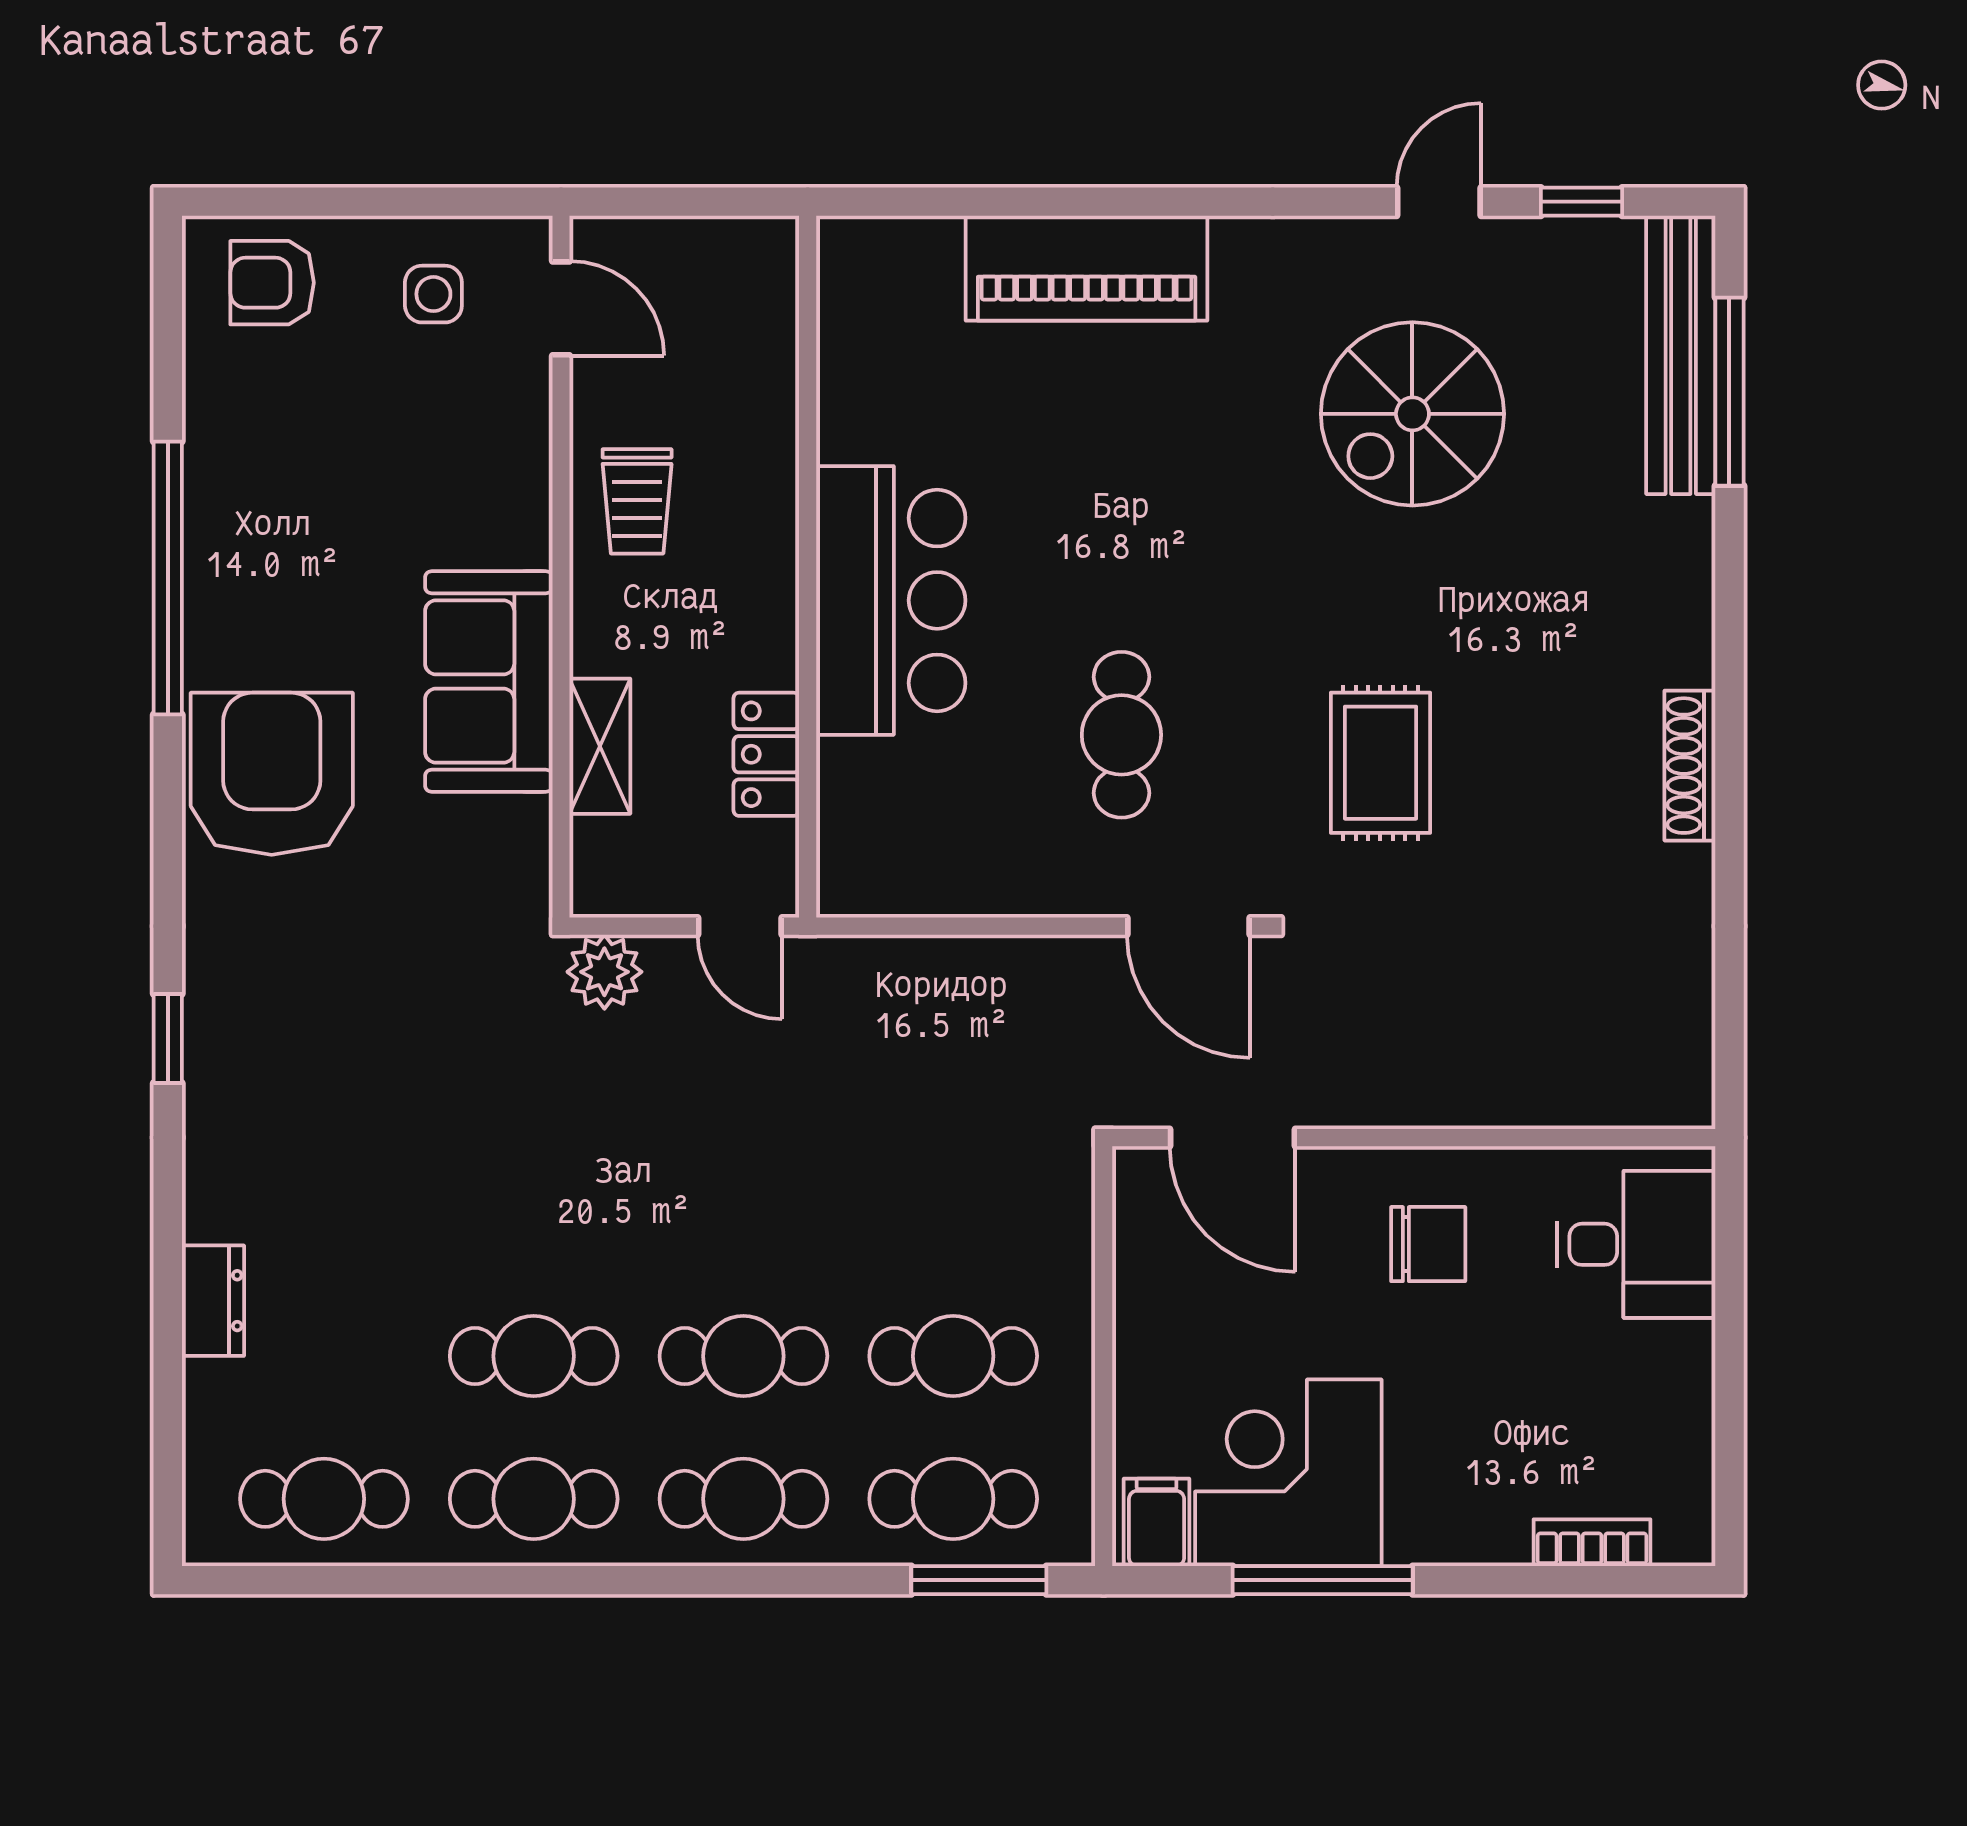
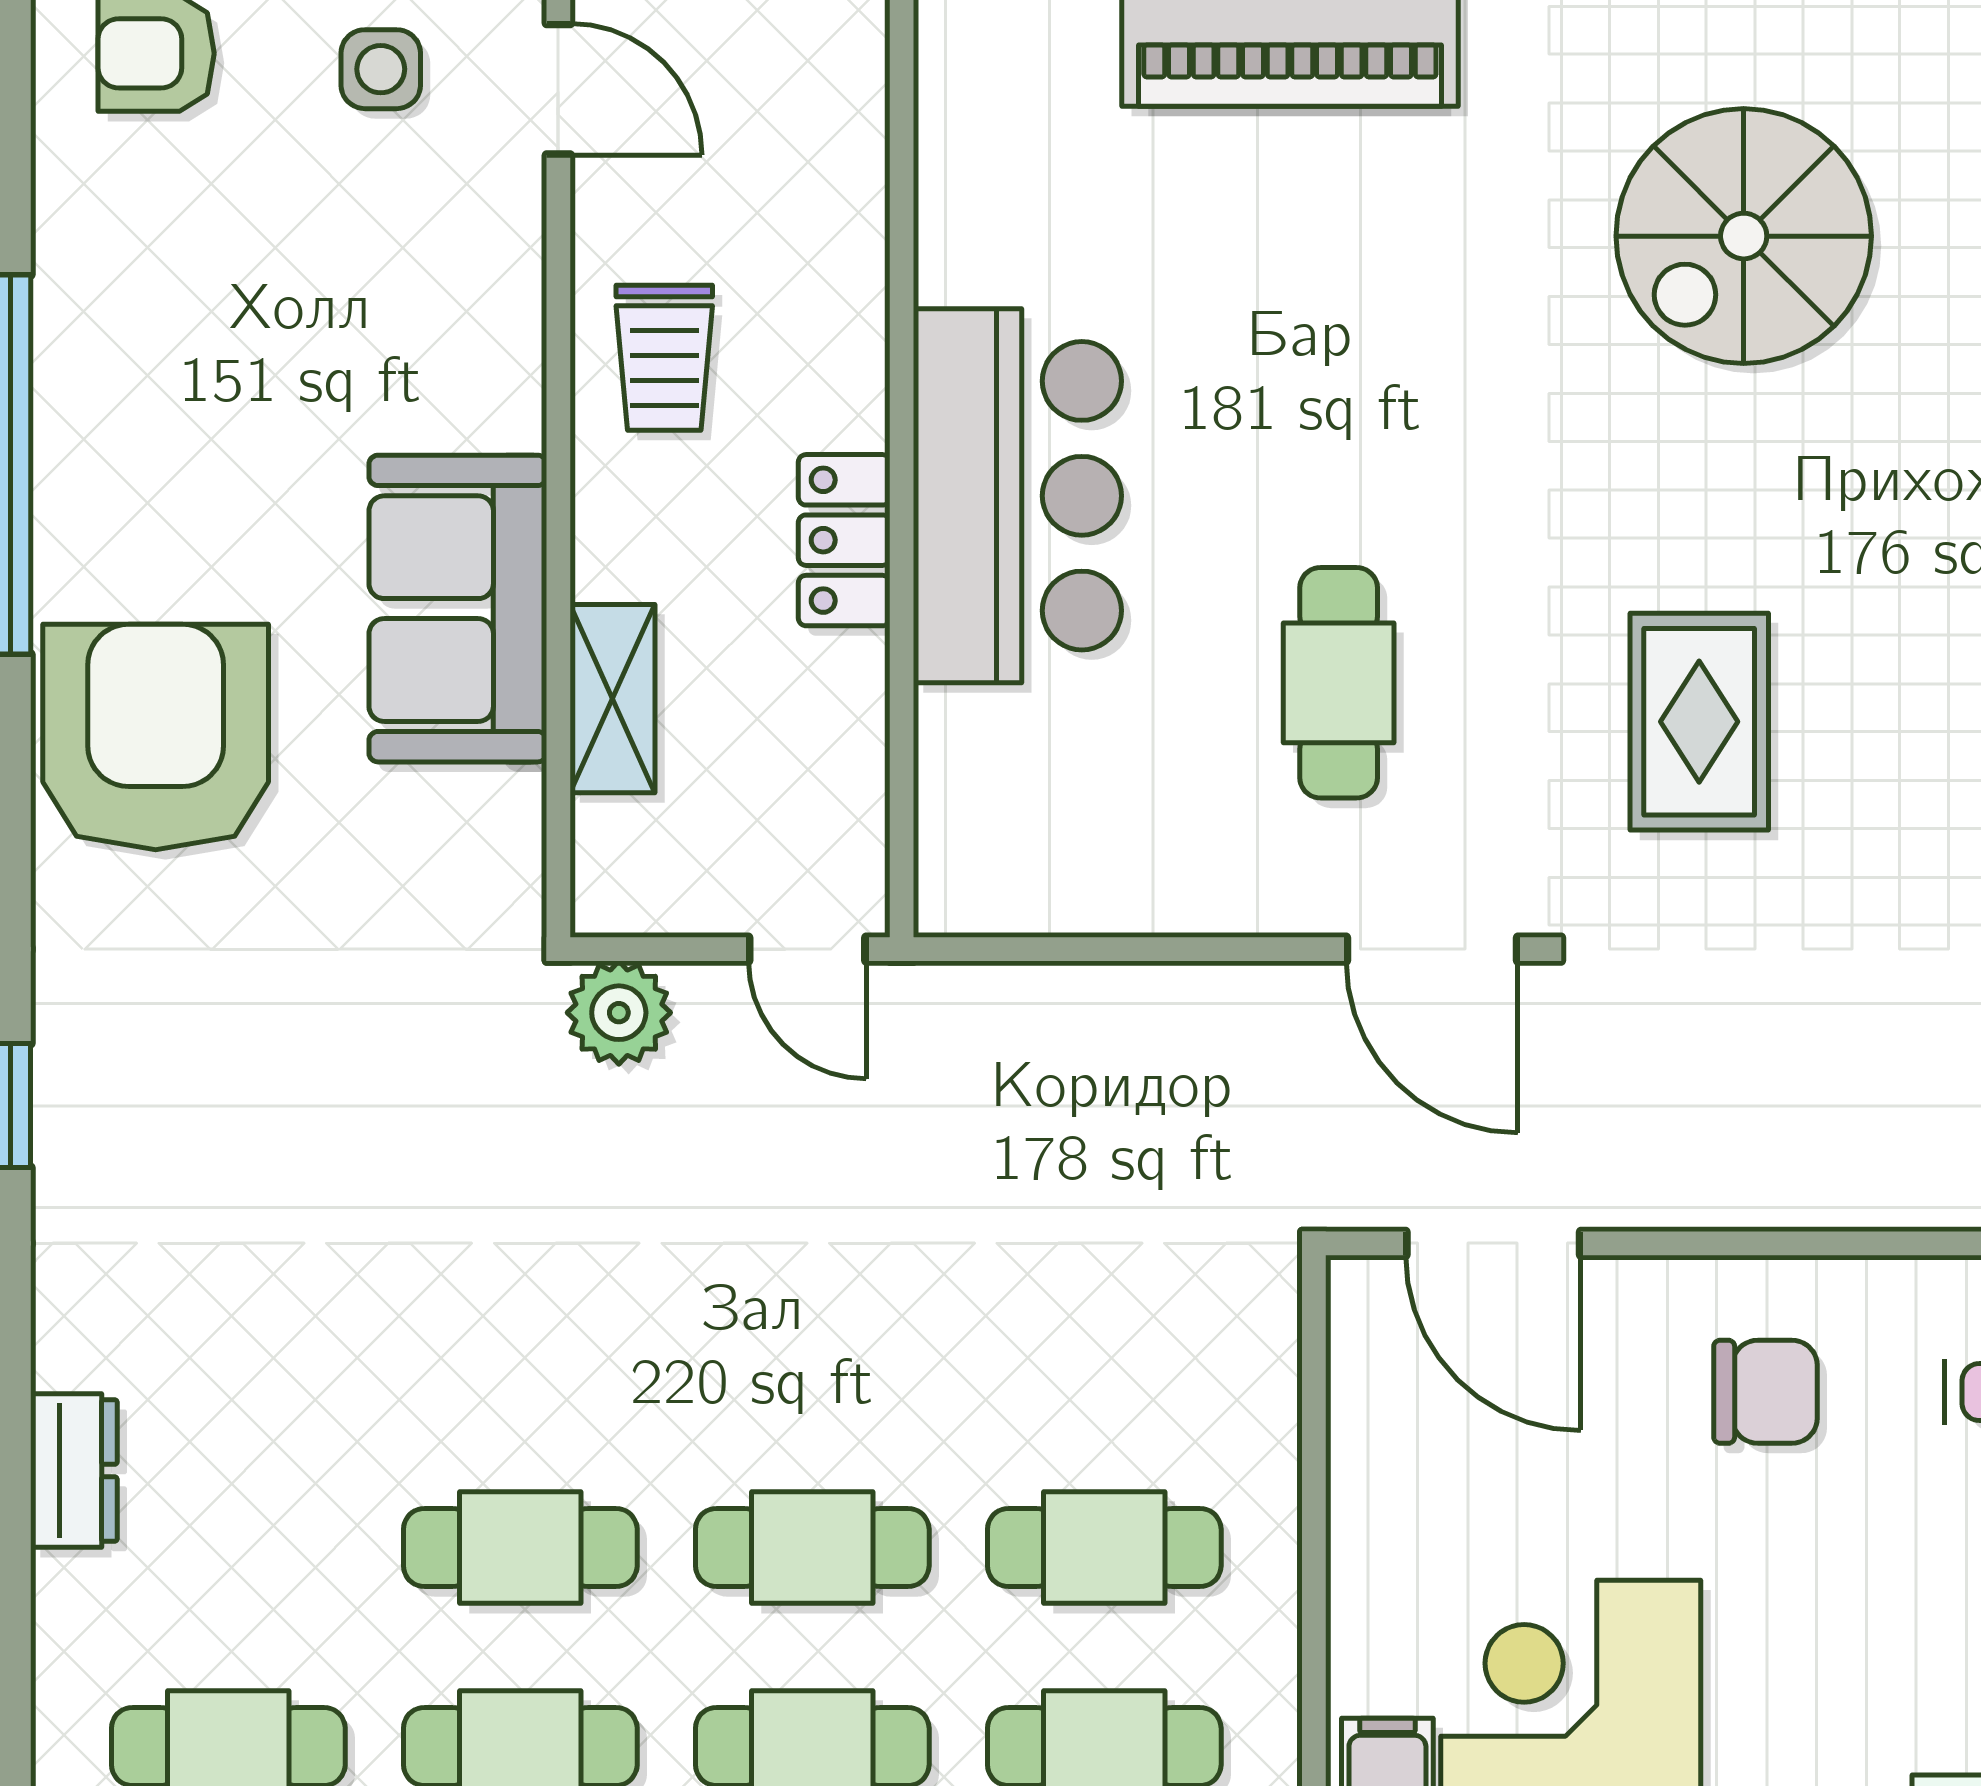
locker: (766, 754) -> (844, 540), moved

